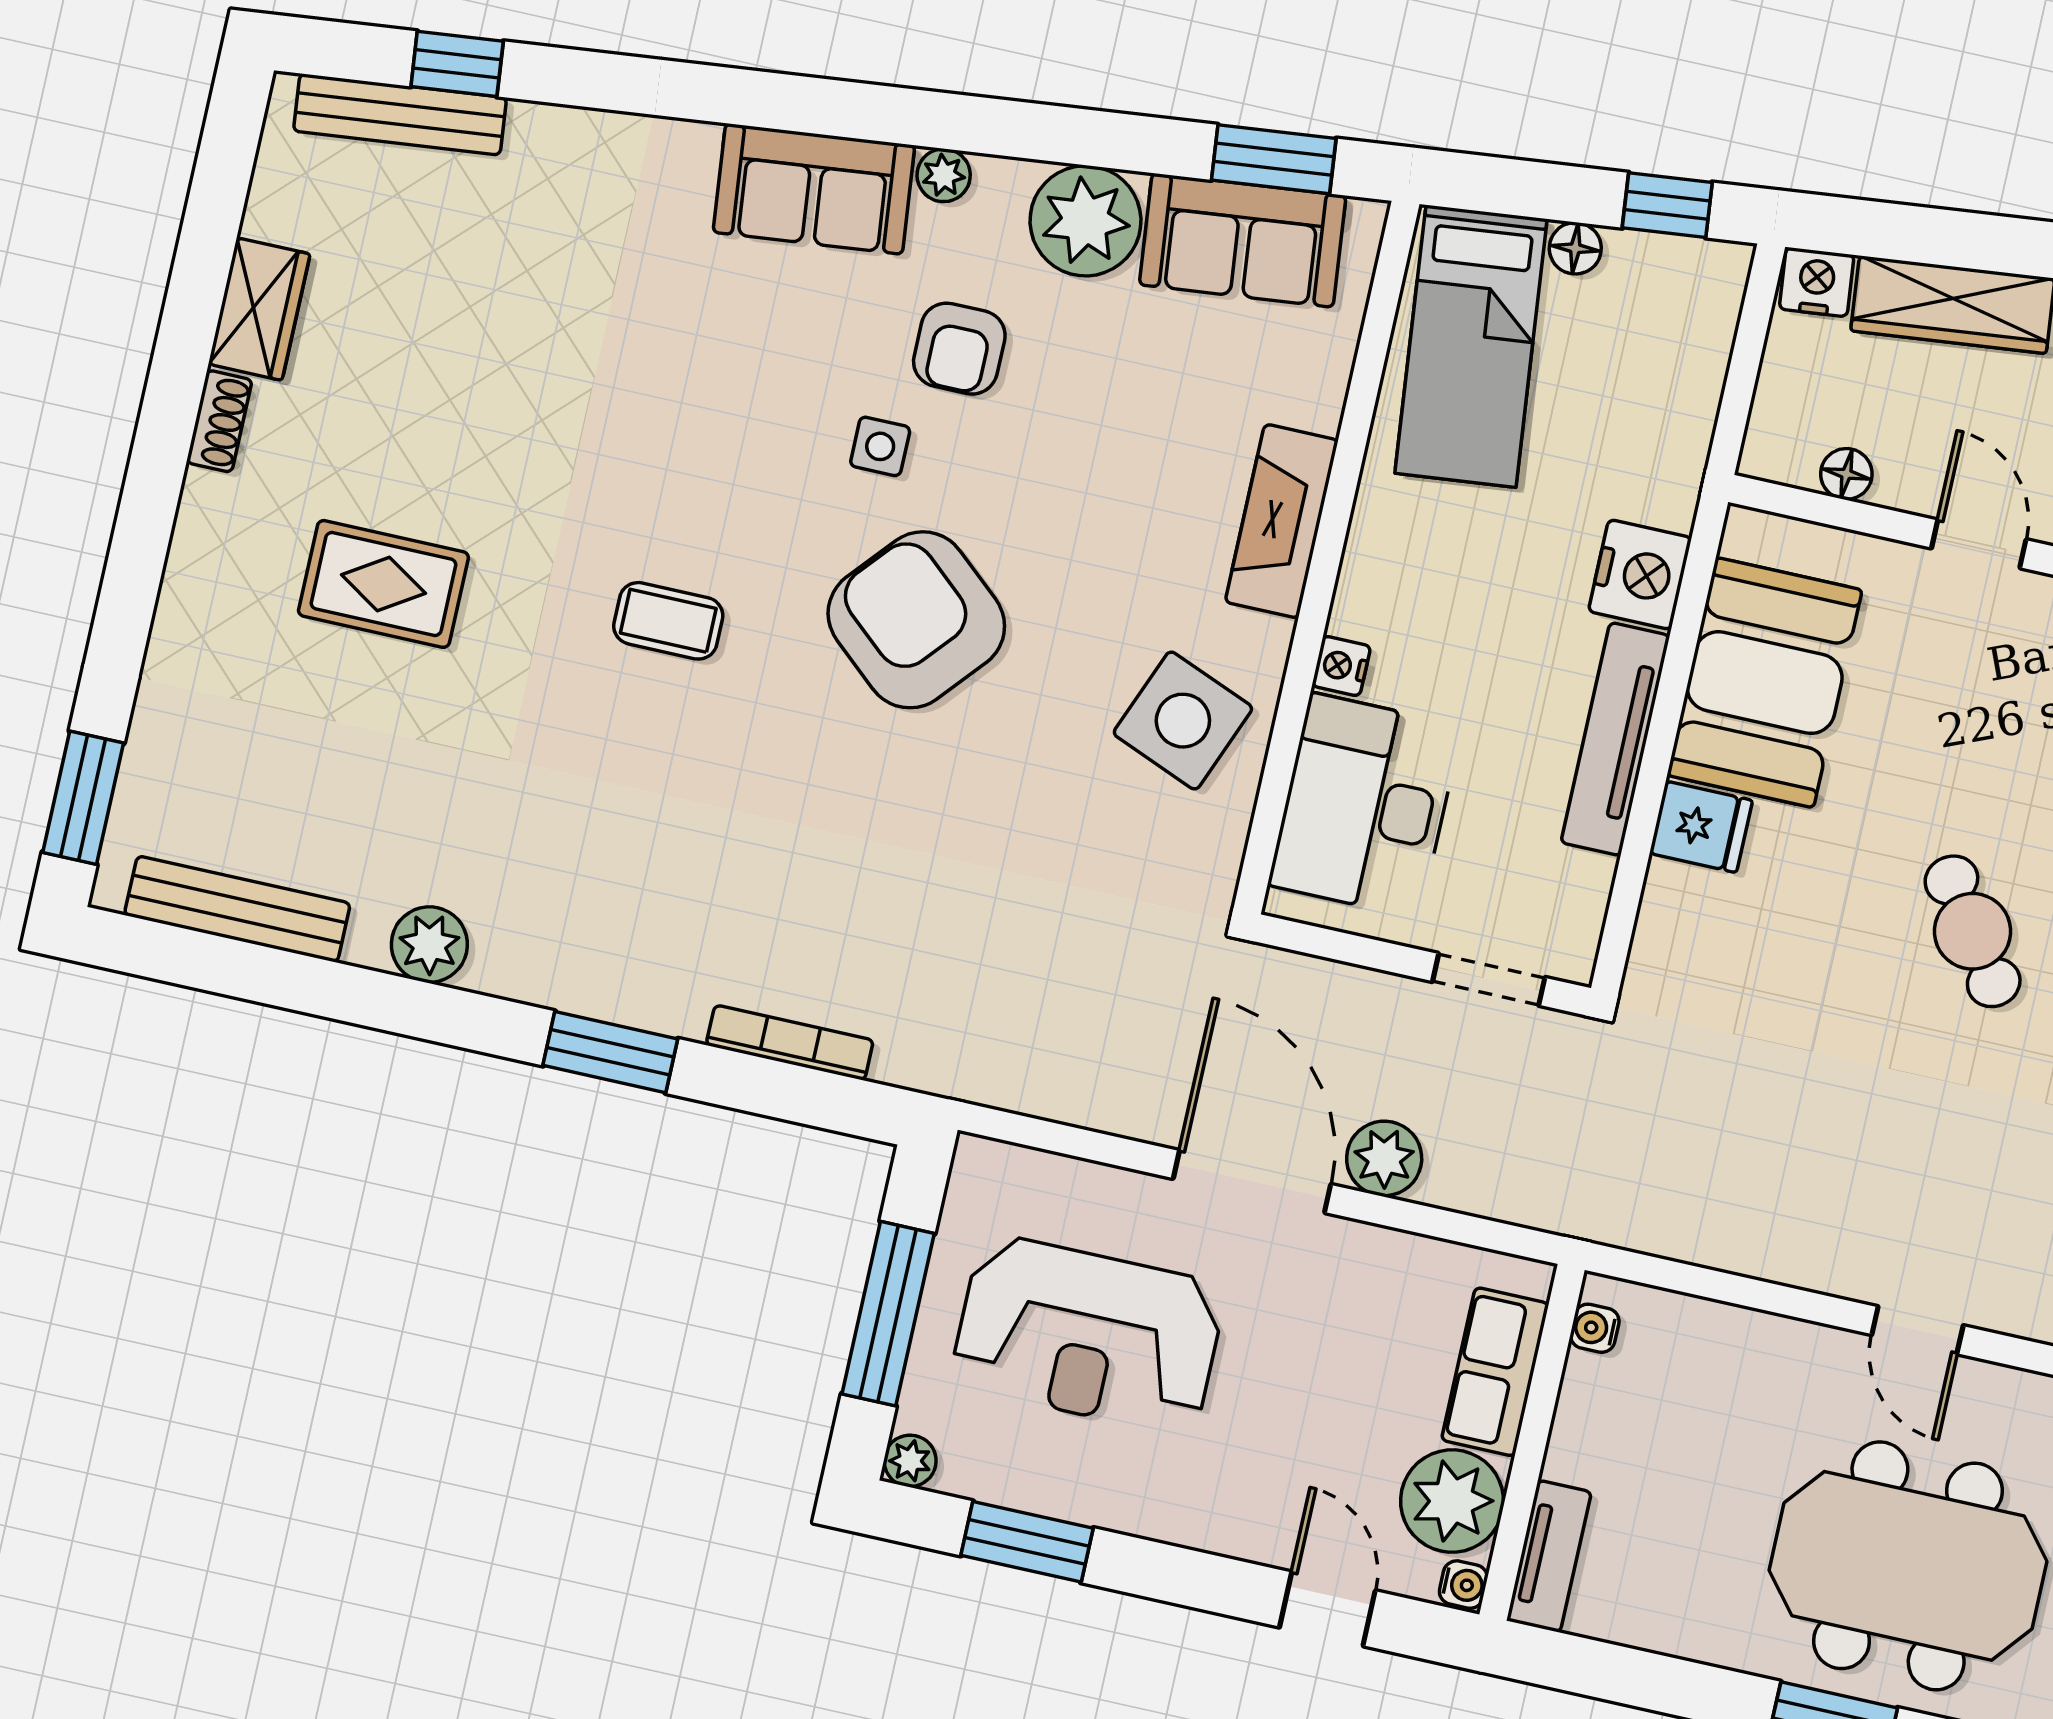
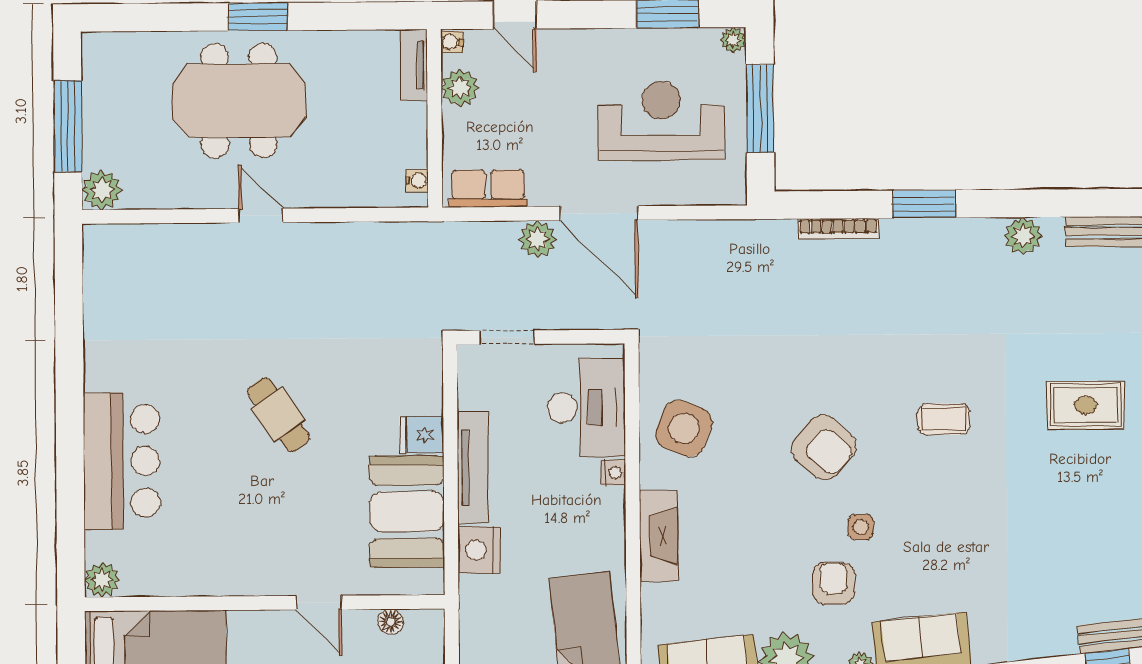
armchair: (916, 620) -> (824, 447), width x0.73, depth x0.73
row of seats: (1495, 1372) -> (488, 188), moved, turned -90
plant: (1452, 1501) -> (460, 88), width x0.73, depth x0.73

